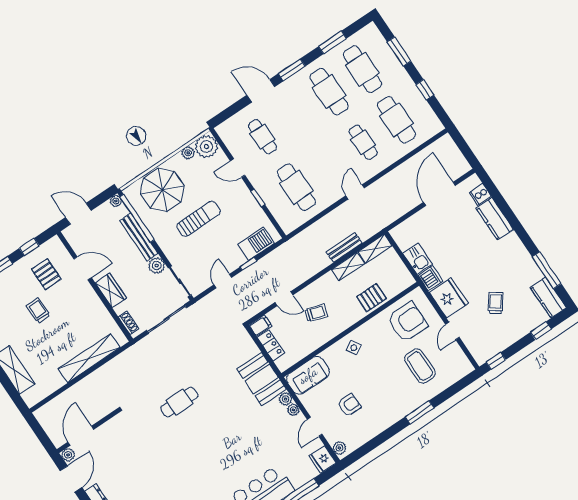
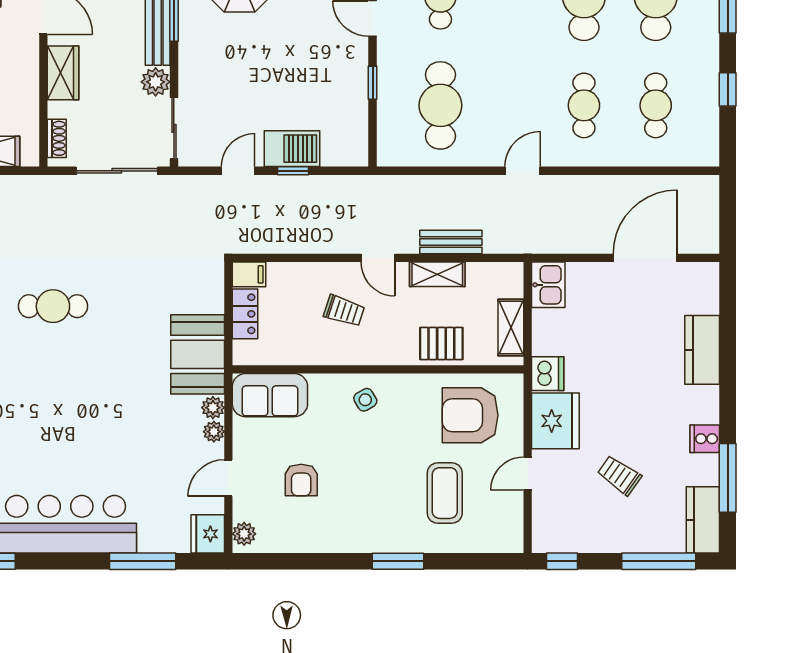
cafe table: (396, 120) -> (656, 105), width x0.73, depth x0.74
cooker: (480, 194) -> (705, 439), moved
sun lounger: (199, 219) -> (264, 55), removed
barbecue: (256, 244) -> (292, 149), moved
shelving: (375, 249) -> (511, 327), moved, turned 90
kitchen sink: (417, 258) -> (548, 285), moved
door: (284, 299) -> (378, 258), moved
trolley: (496, 303) -> (619, 475), turned -90
armchair: (407, 322) -> (470, 415), turned 180
window: (541, 331) -> (659, 561), width x2.17
armchair: (349, 405) -> (301, 480), turned 90

